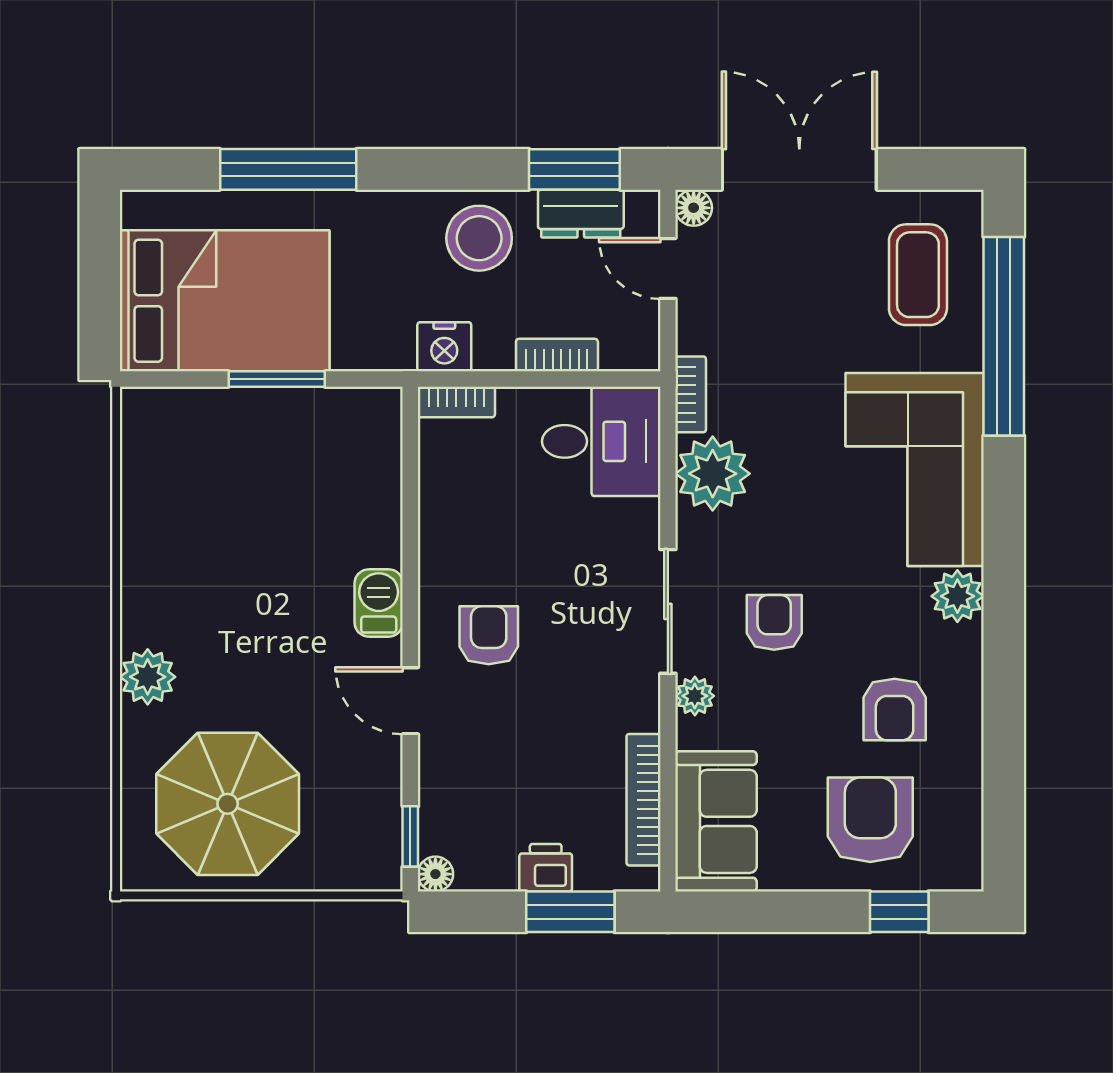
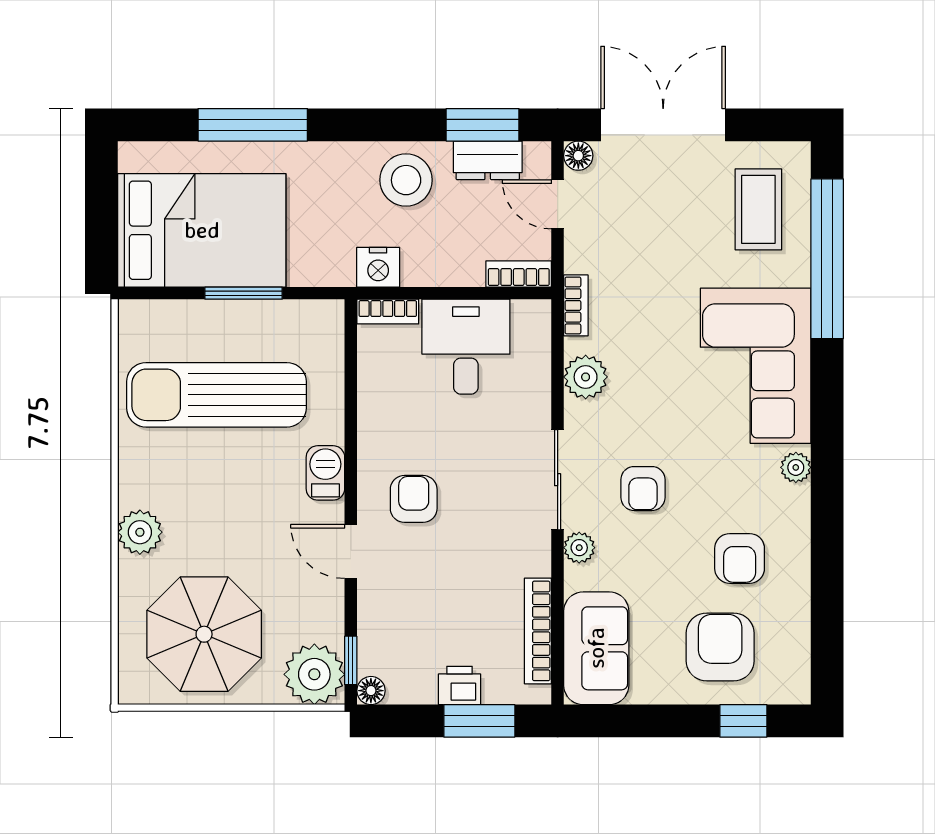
bookcase: (557, 355) -> (519, 274), moved
desk: (601, 441) -> (466, 347), moved, turned -90
plant: (713, 474) -> (586, 377), width x0.73, depth x0.73
sun lounger: (243, 506) -> (216, 395), added
plant: (957, 596) -> (796, 467), width x0.73, depth x0.73
armchair: (774, 622) -> (643, 489), turned 180
plant: (365, 854) -> (314, 674), added

